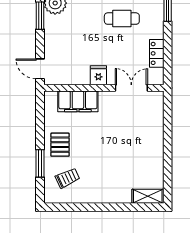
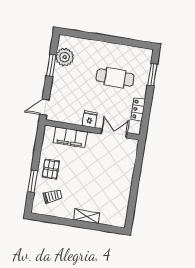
cafe table: (122, 19) -> (115, 78), width x1.37, depth x1.35
door: (40, 69) -> (44, 107), hinge flipped
shelving: (148, 196) -> (87, 216), moved

